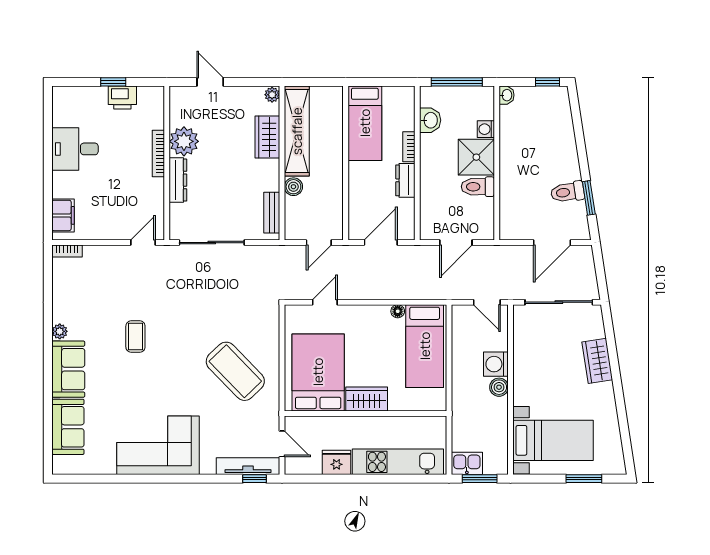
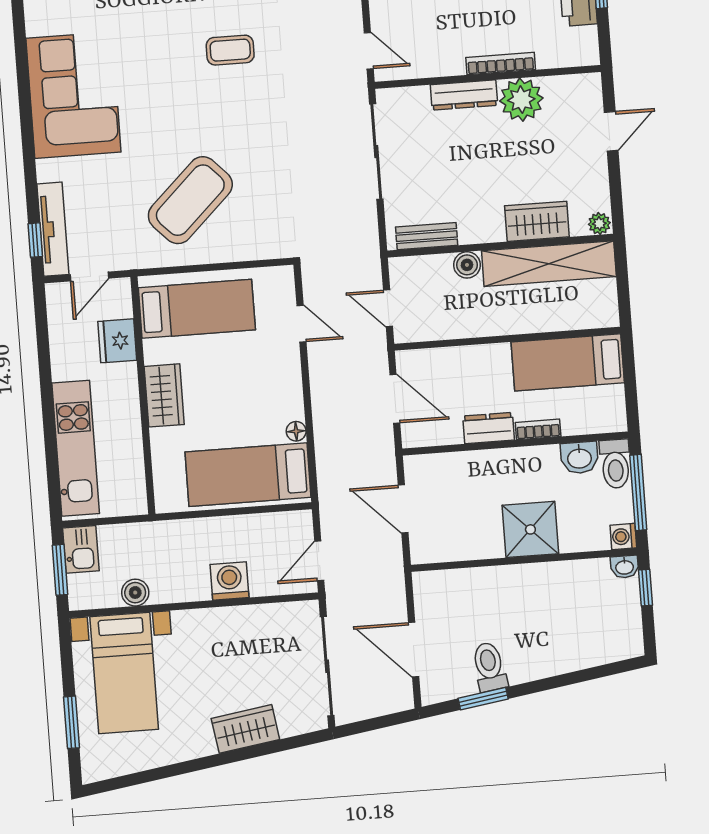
window: (547, 82) -> (645, 588), moved
washing machine: (486, 129) -> (623, 536), moved, turned -90
toilet: (478, 187) -> (615, 464), moved, turned 180
bed: (318, 372) -> (197, 309), width x0.67
boiler: (499, 387) -> (135, 593), moved
fridge: (337, 462) -> (117, 341), moved, turned 180

